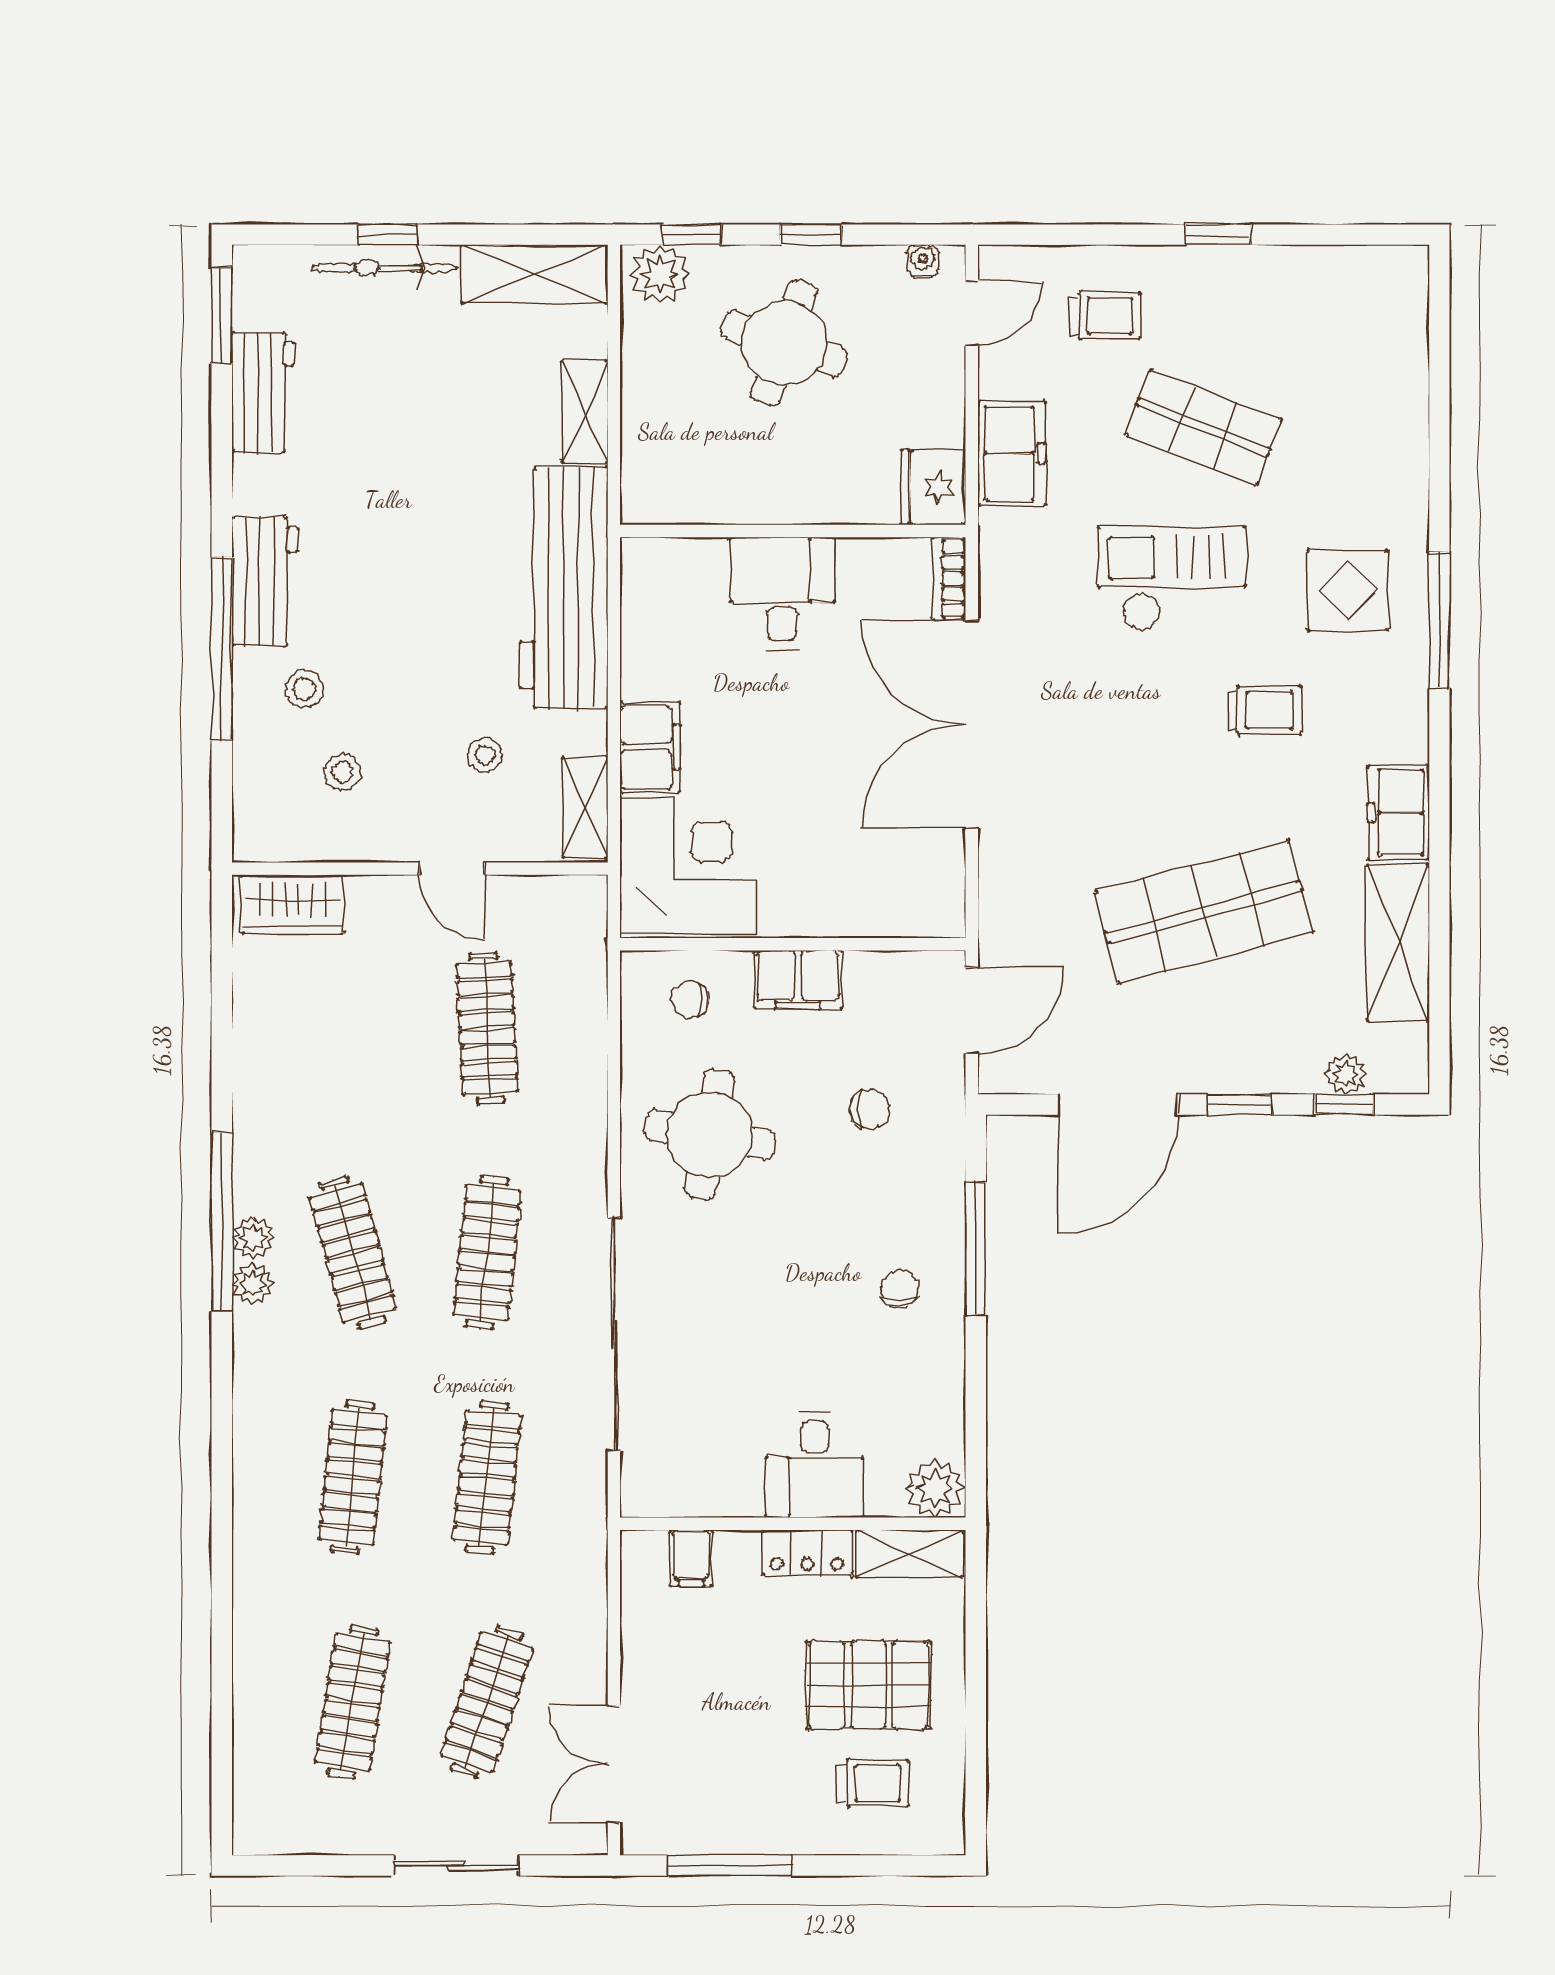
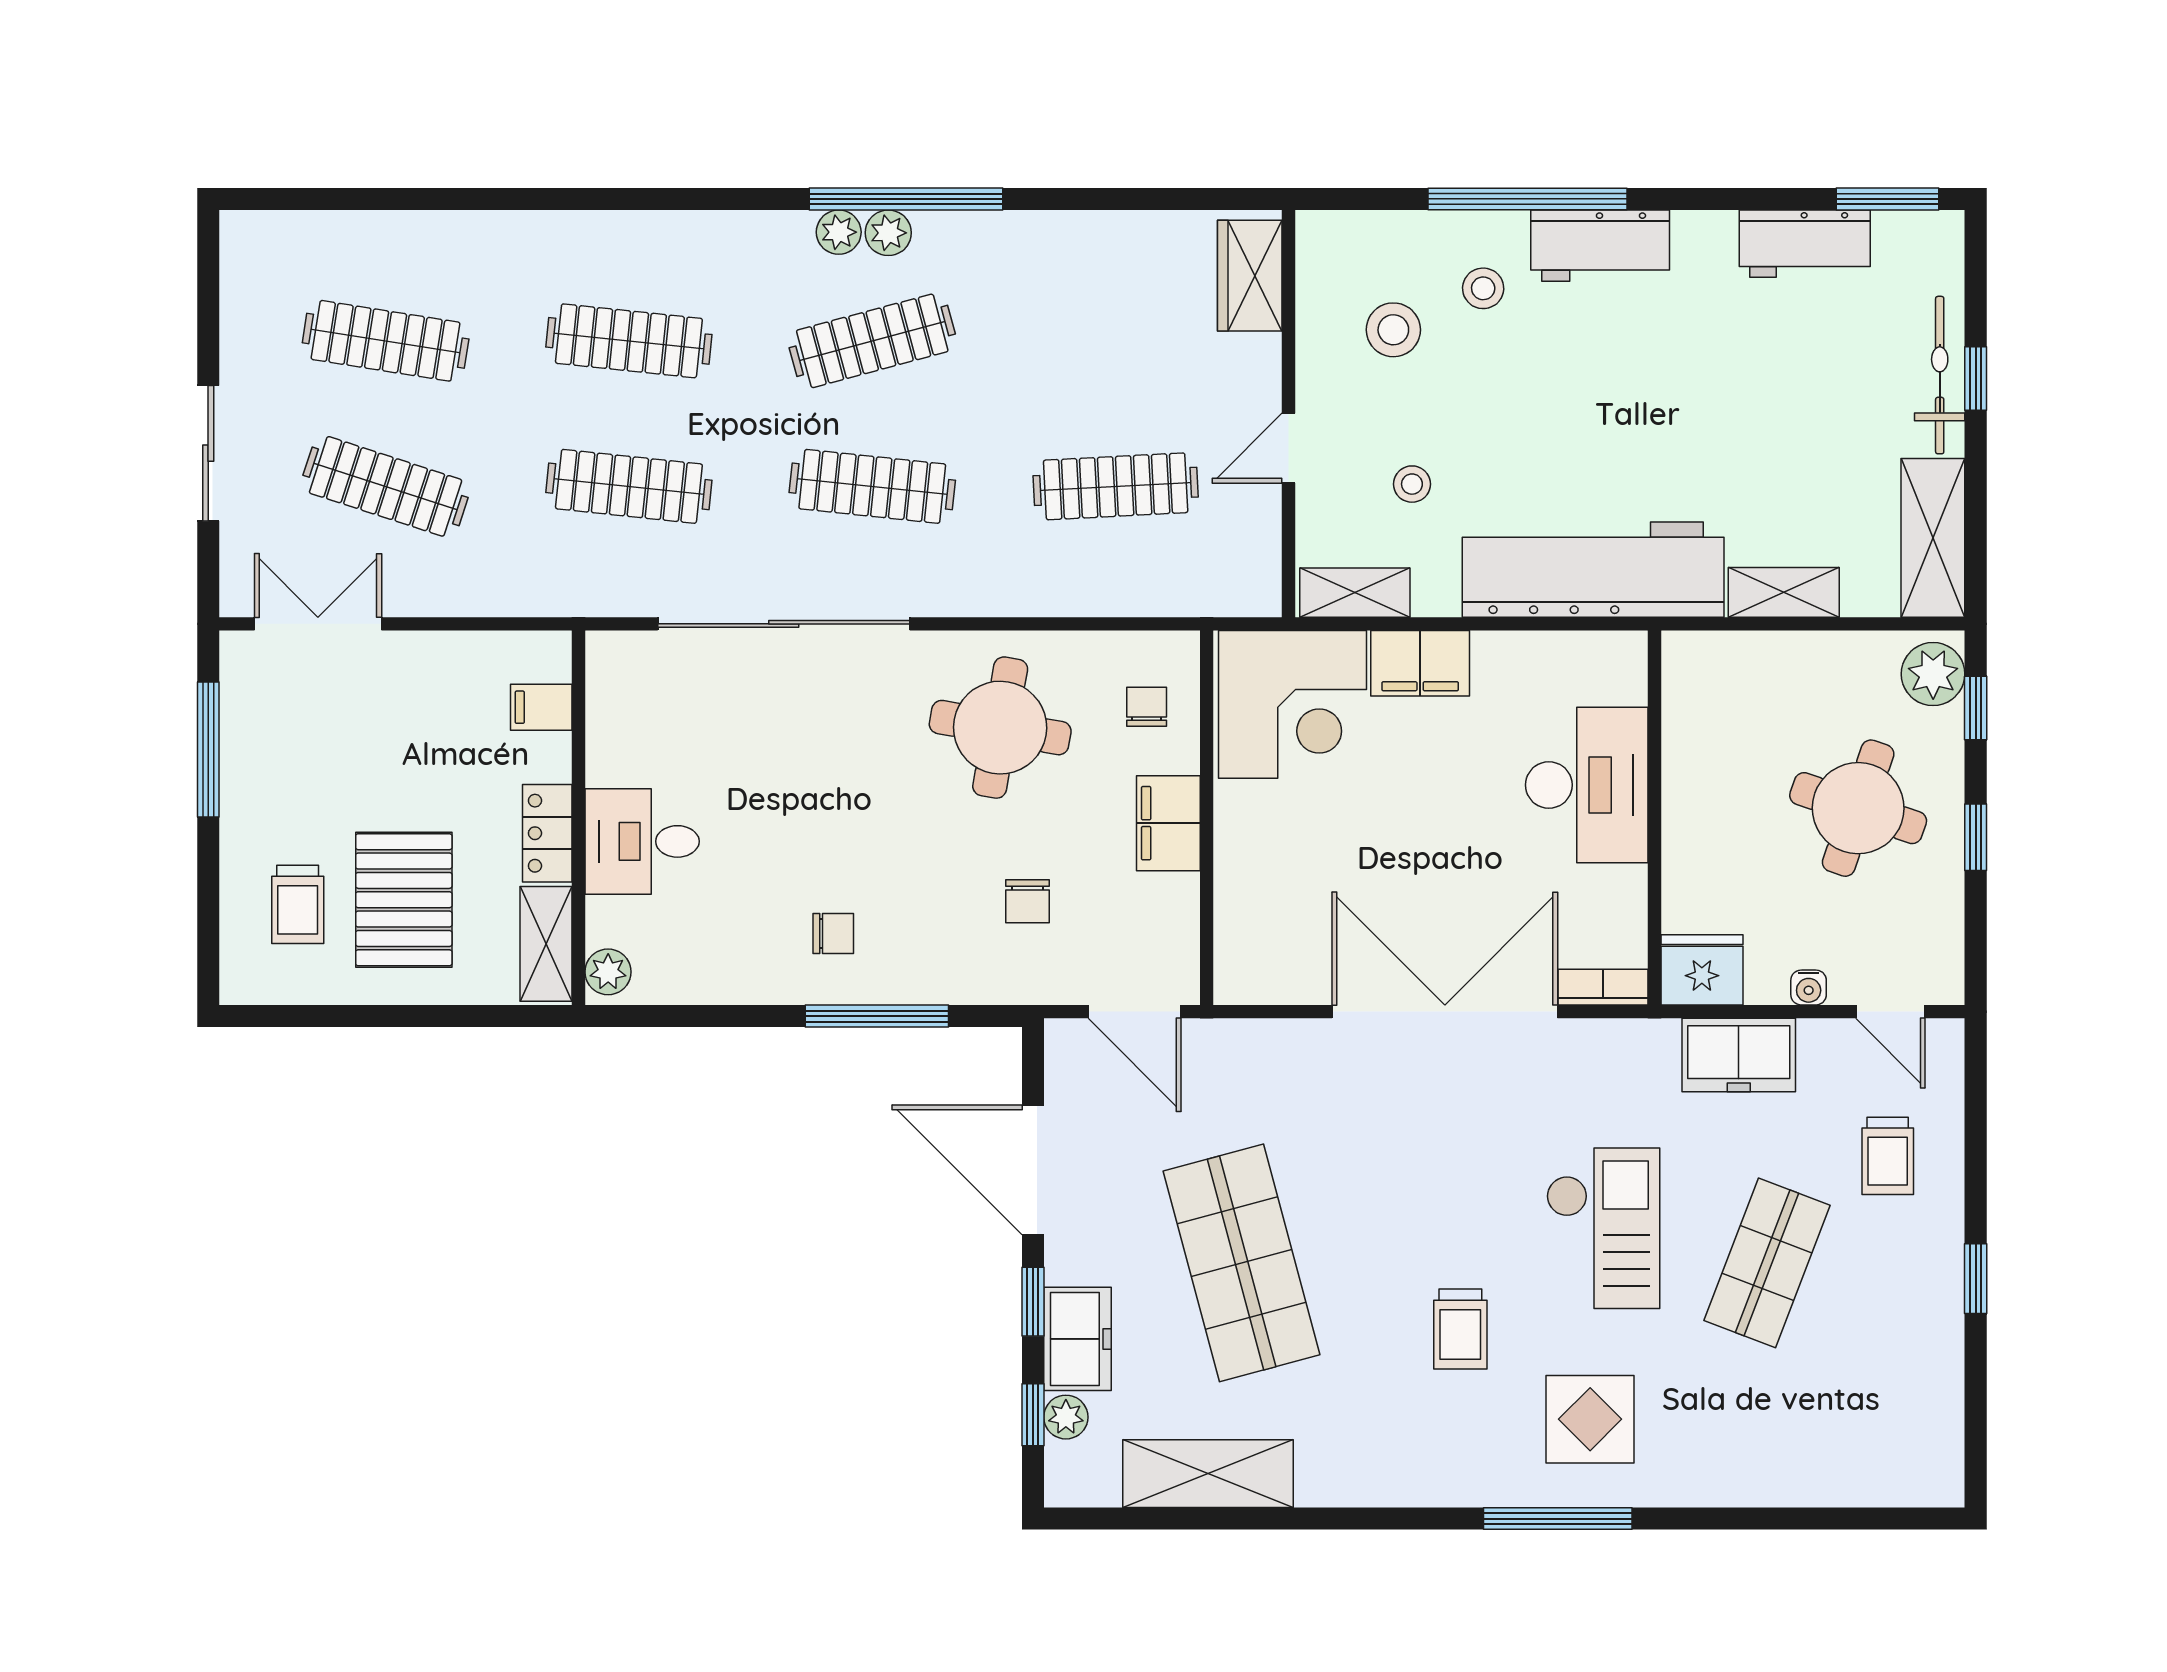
water cooler: (923, 261) -> (1809, 987), moved, turned 90
desk: (782, 593) -> (1587, 785), width x1.37
stool: (343, 772) -> (1393, 330), width x1.37, depth x1.37
freezer: (1398, 813) -> (1077, 1339), moved, turned 90
plant: (935, 1489) -> (608, 972), width x0.73, depth x0.73

